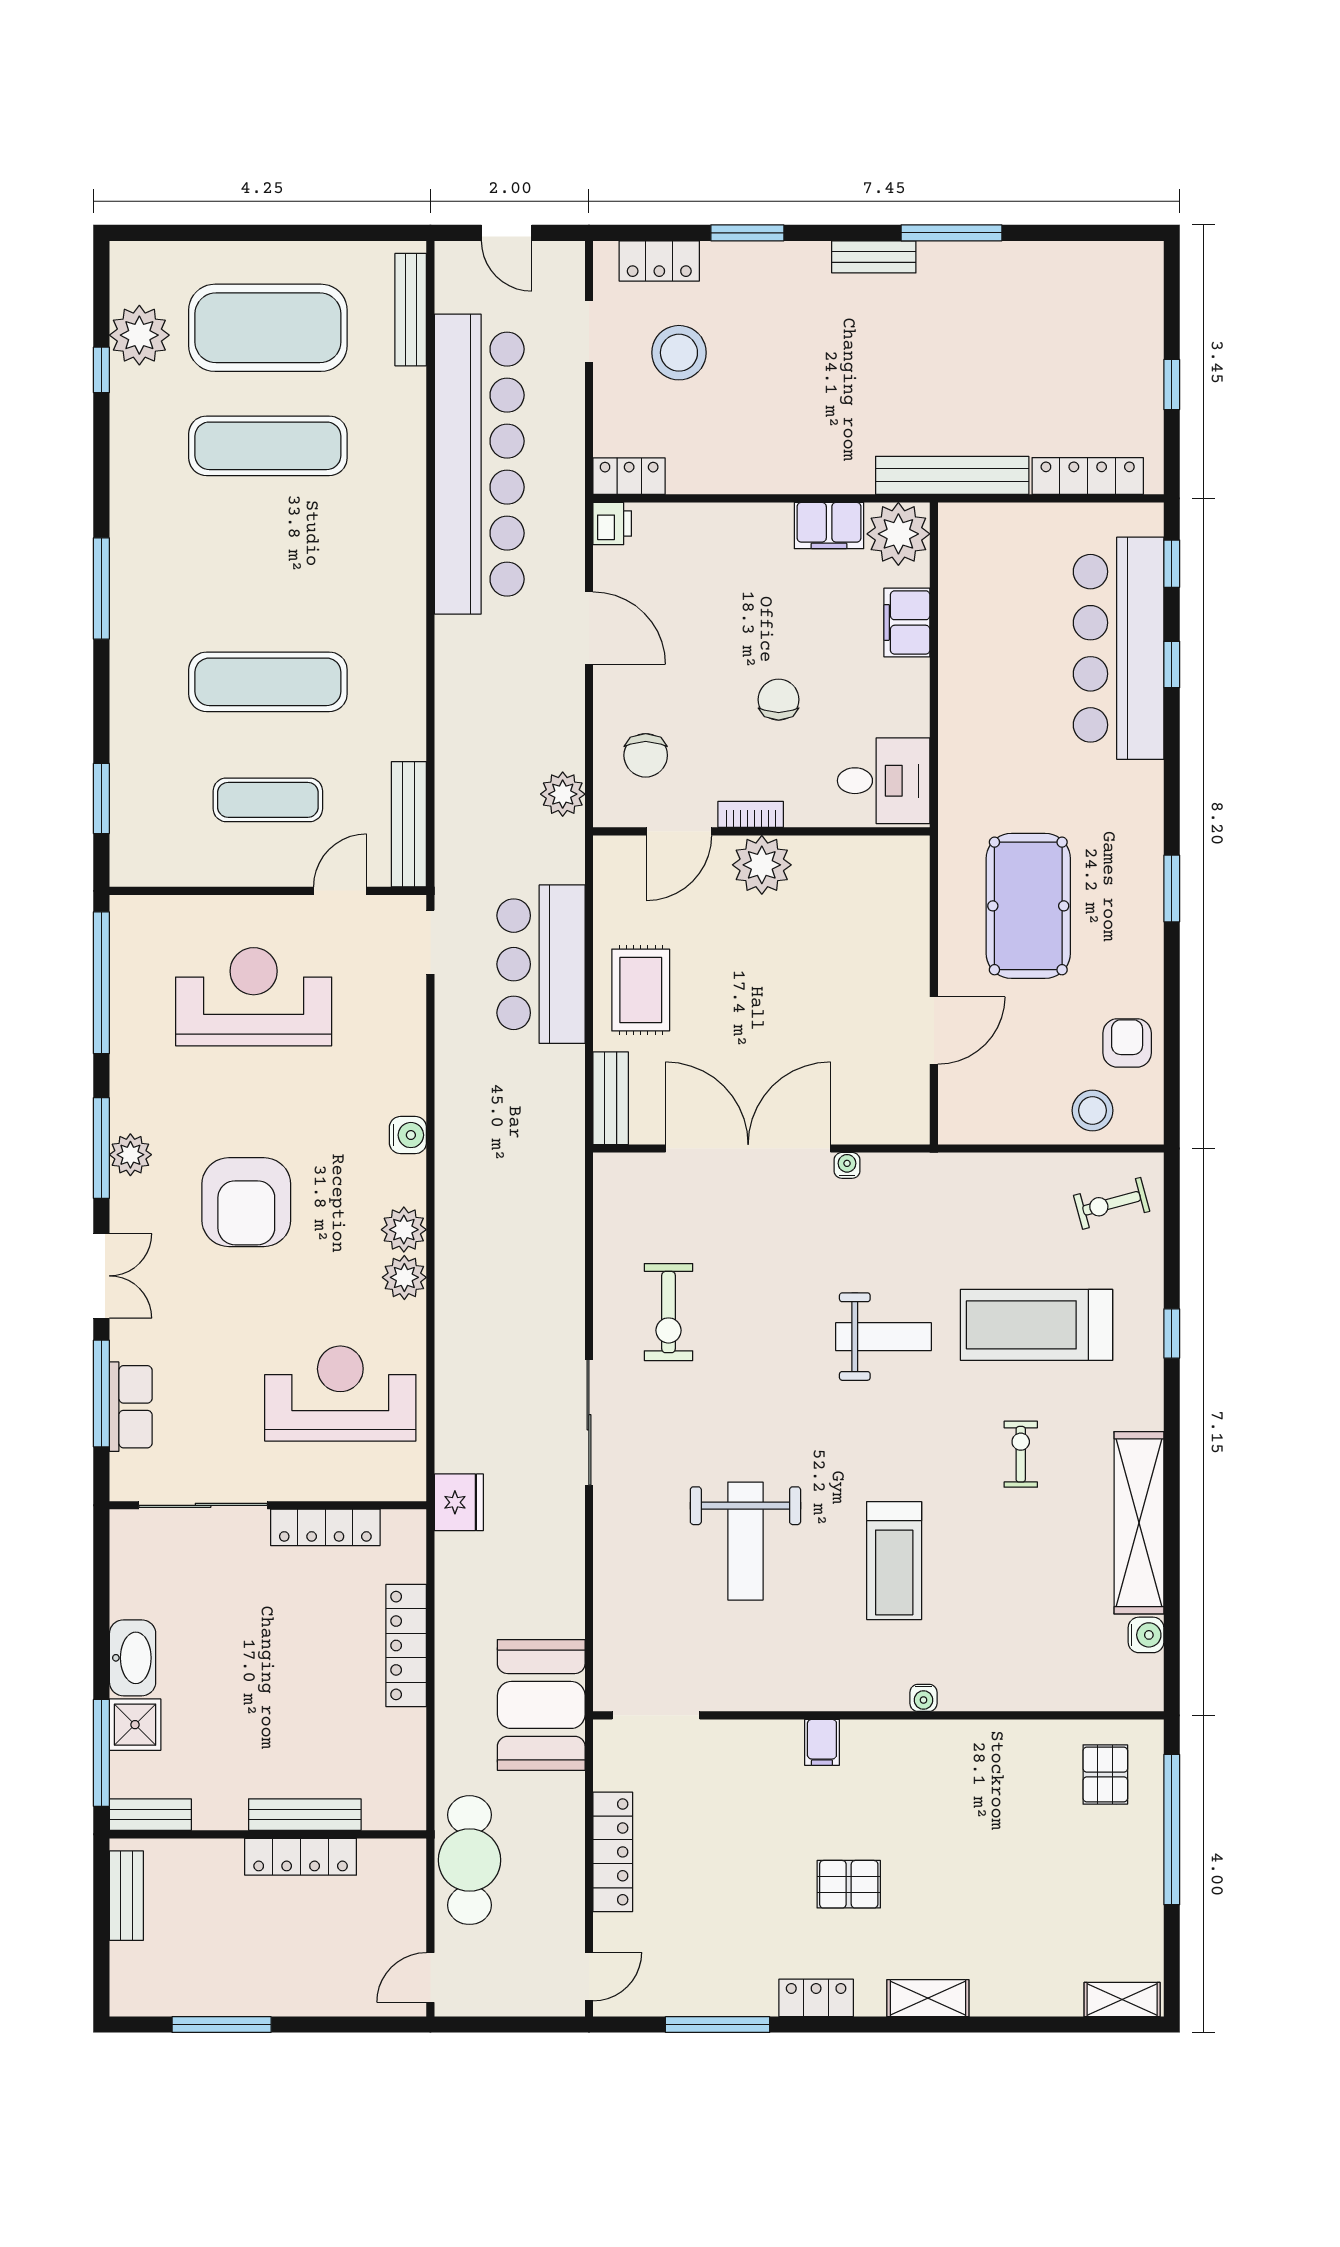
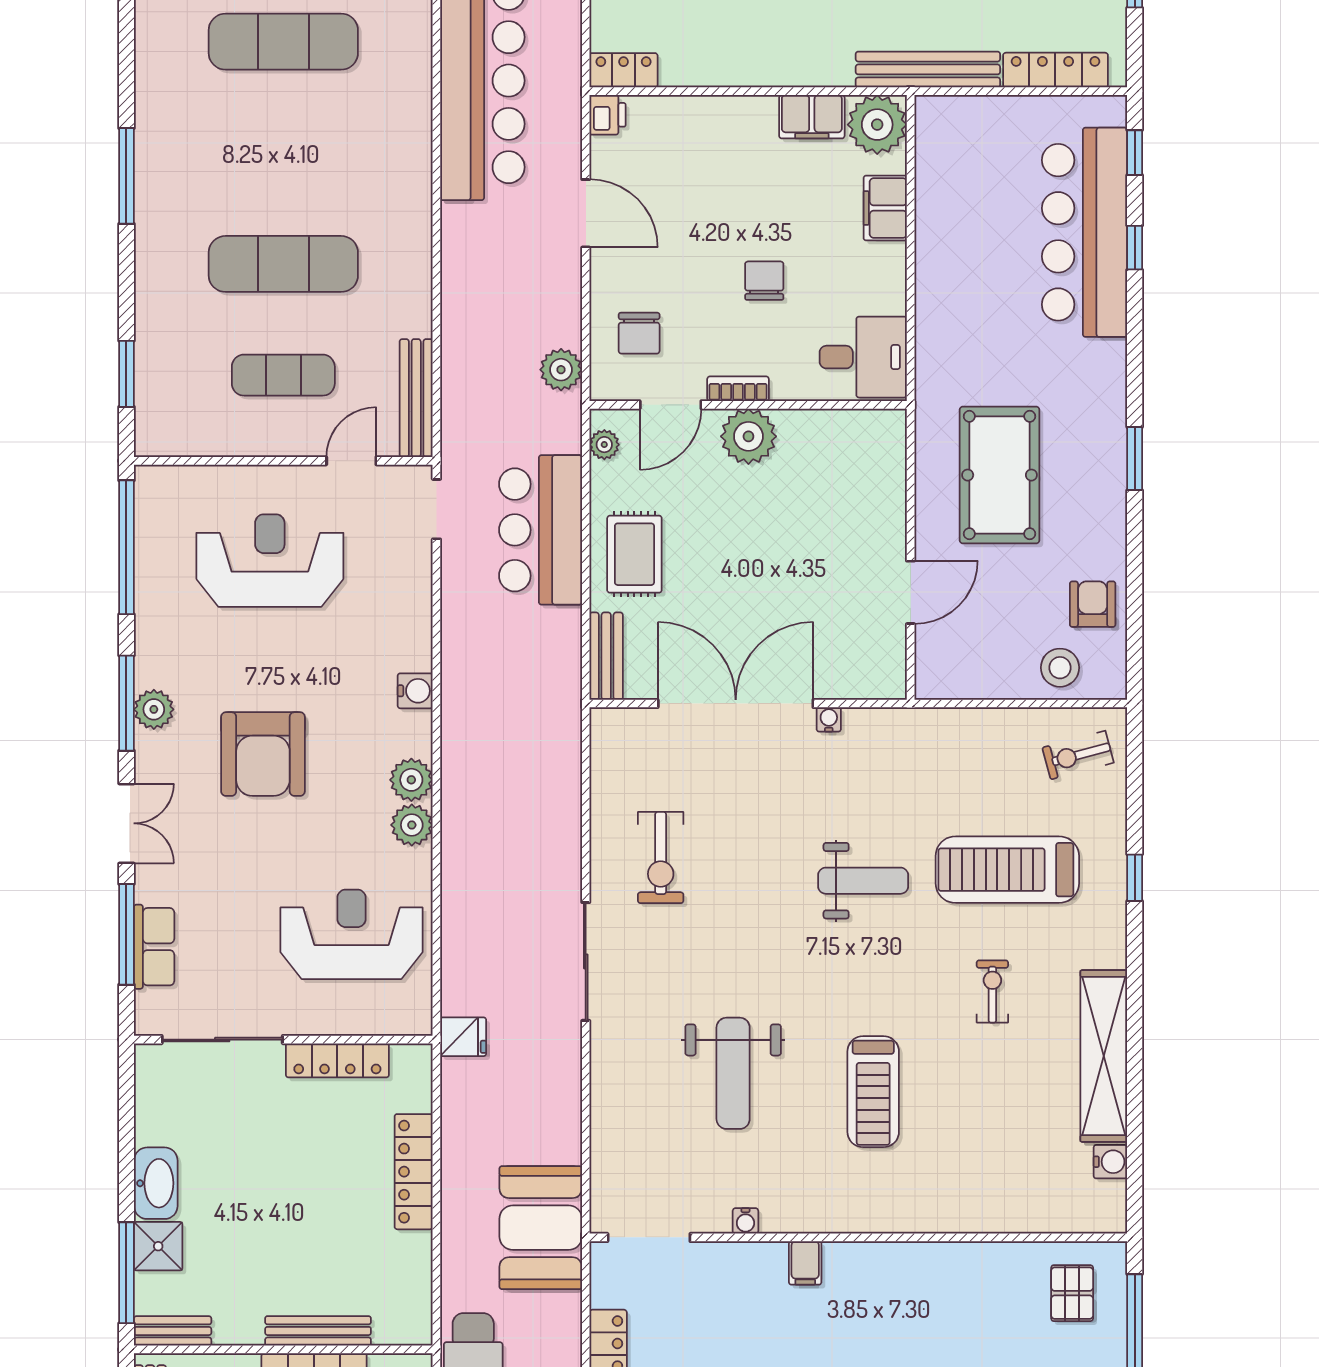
plant: (609, 874) -> (604, 445), added
fridge: (459, 1502) -> (463, 1037), width x0.72
water cooler: (923, 1698) -> (745, 1221), moved

